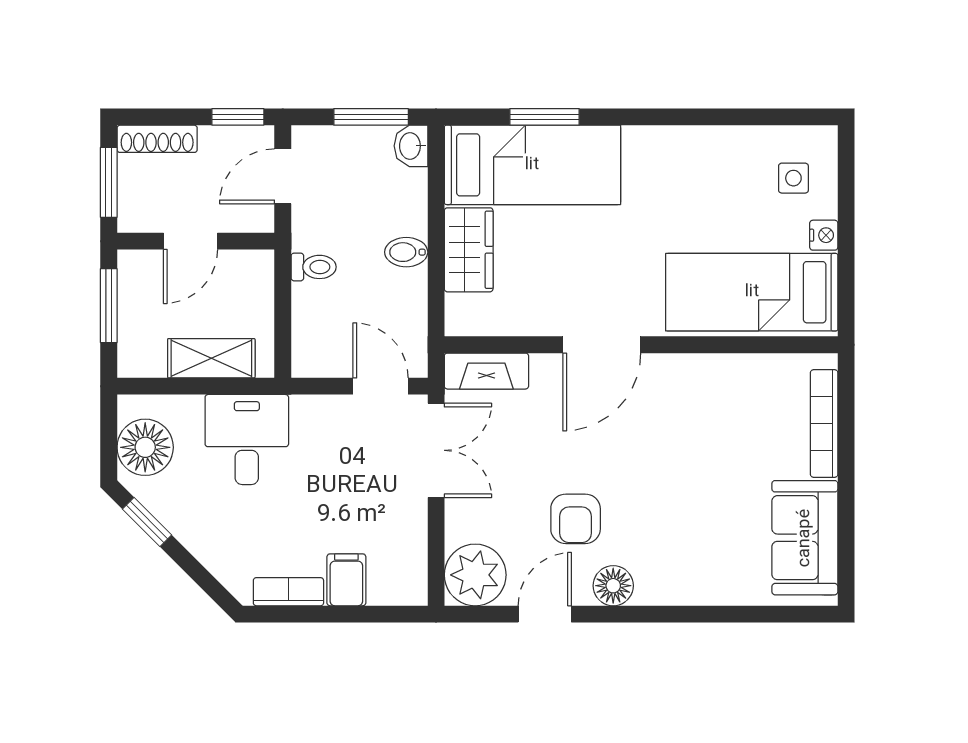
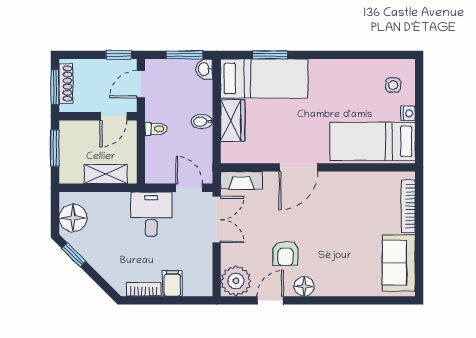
shoe rack: (157, 139) -> (66, 84), moved, turned -90
door: (190, 241) -> (114, 116), moved
desk: (247, 439) -> (151, 214), moved

